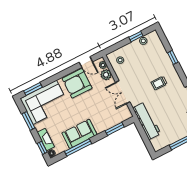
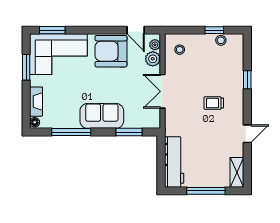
workbench: (147, 121) -> (174, 162), moved
sofa: (80, 134) -> (102, 116), moved
window: (42, 148) -> (26, 110), removed

